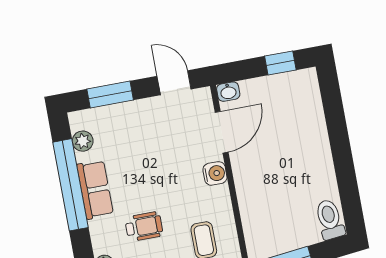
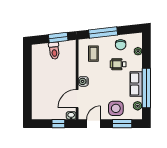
window: (280, 63) -> (58, 124), moved
door: (174, 83) -> (94, 124), swing flipped
side table: (131, 126) -> (116, 108), added
toilet: (330, 219) -> (54, 51), moved

